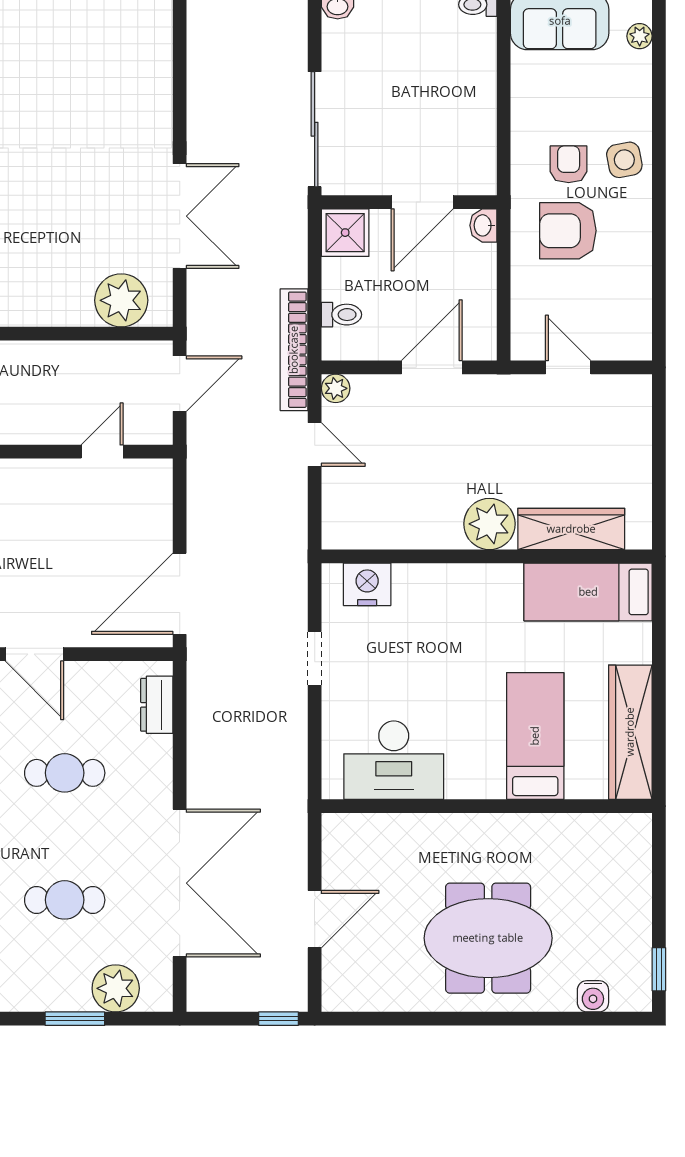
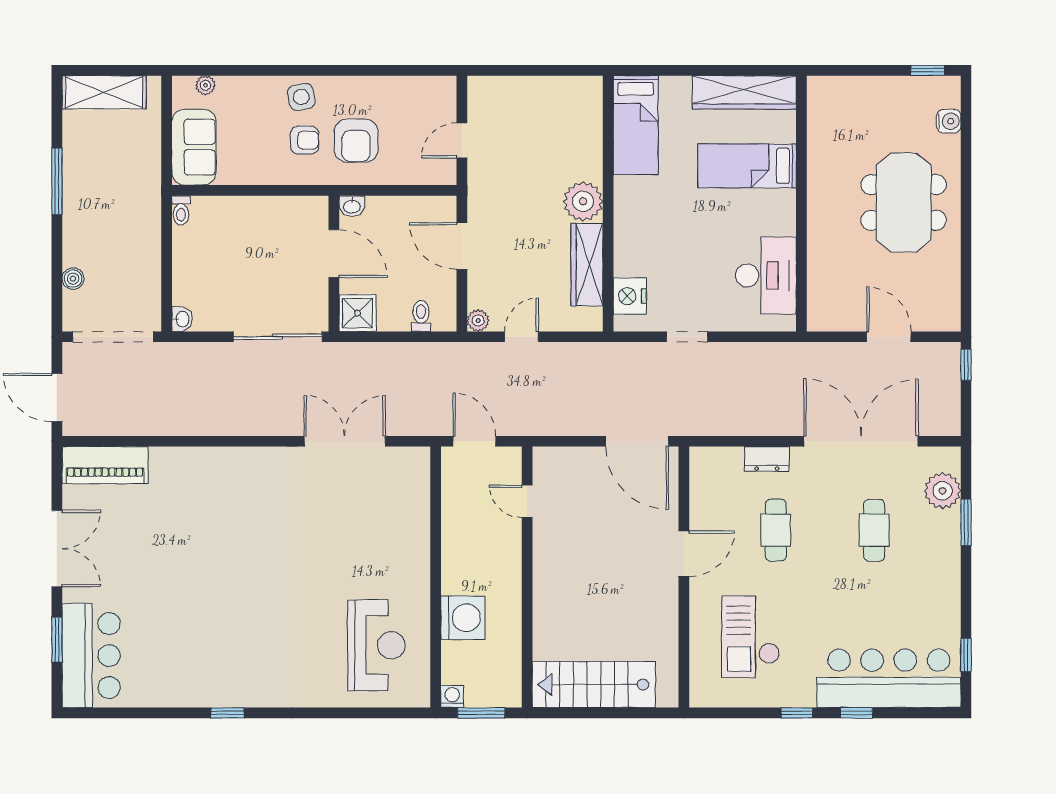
armchair: (569, 164) -> (305, 140), turned 180
plant: (121, 300) -> (410, 486), removed
bookcase: (294, 350) -> (448, 353), removed
wardrobe: (571, 529) -> (587, 265), moved
dresser: (157, 705) -> (767, 459), moved

